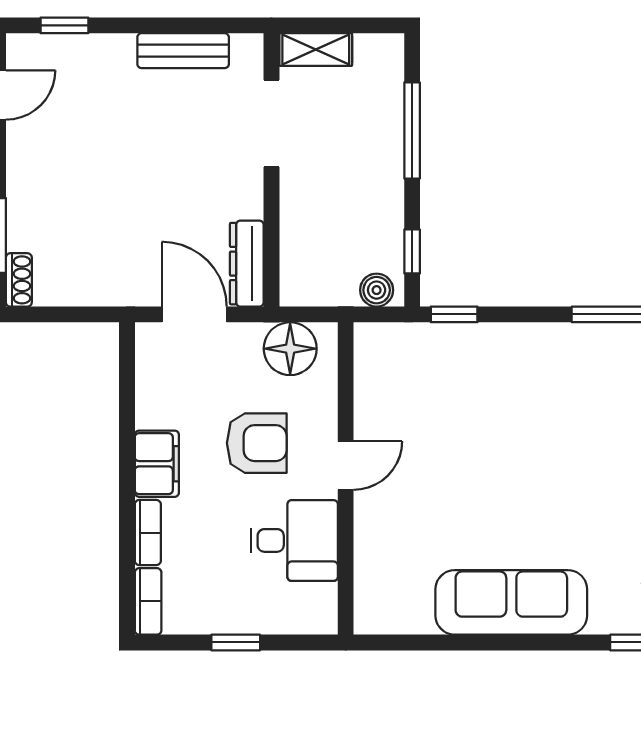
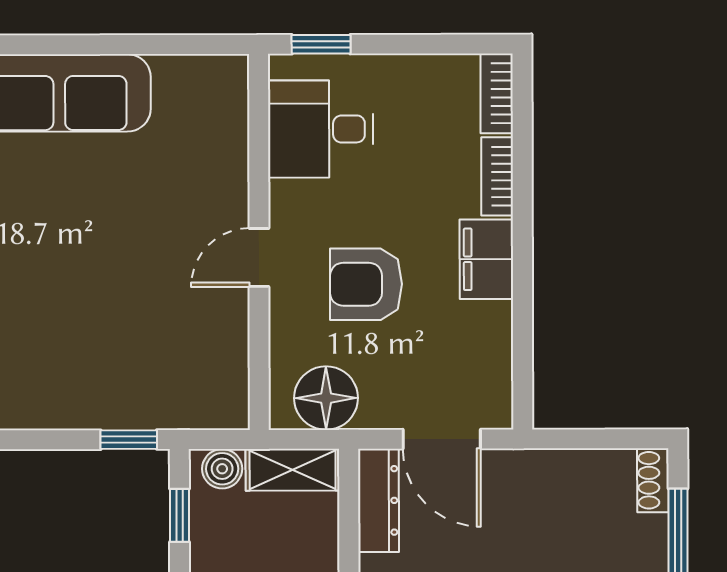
shelving: (318, 289) -> (293, 470), added
desk: (294, 540) -> (321, 129), moved
window: (236, 642) -> (321, 44), moved

